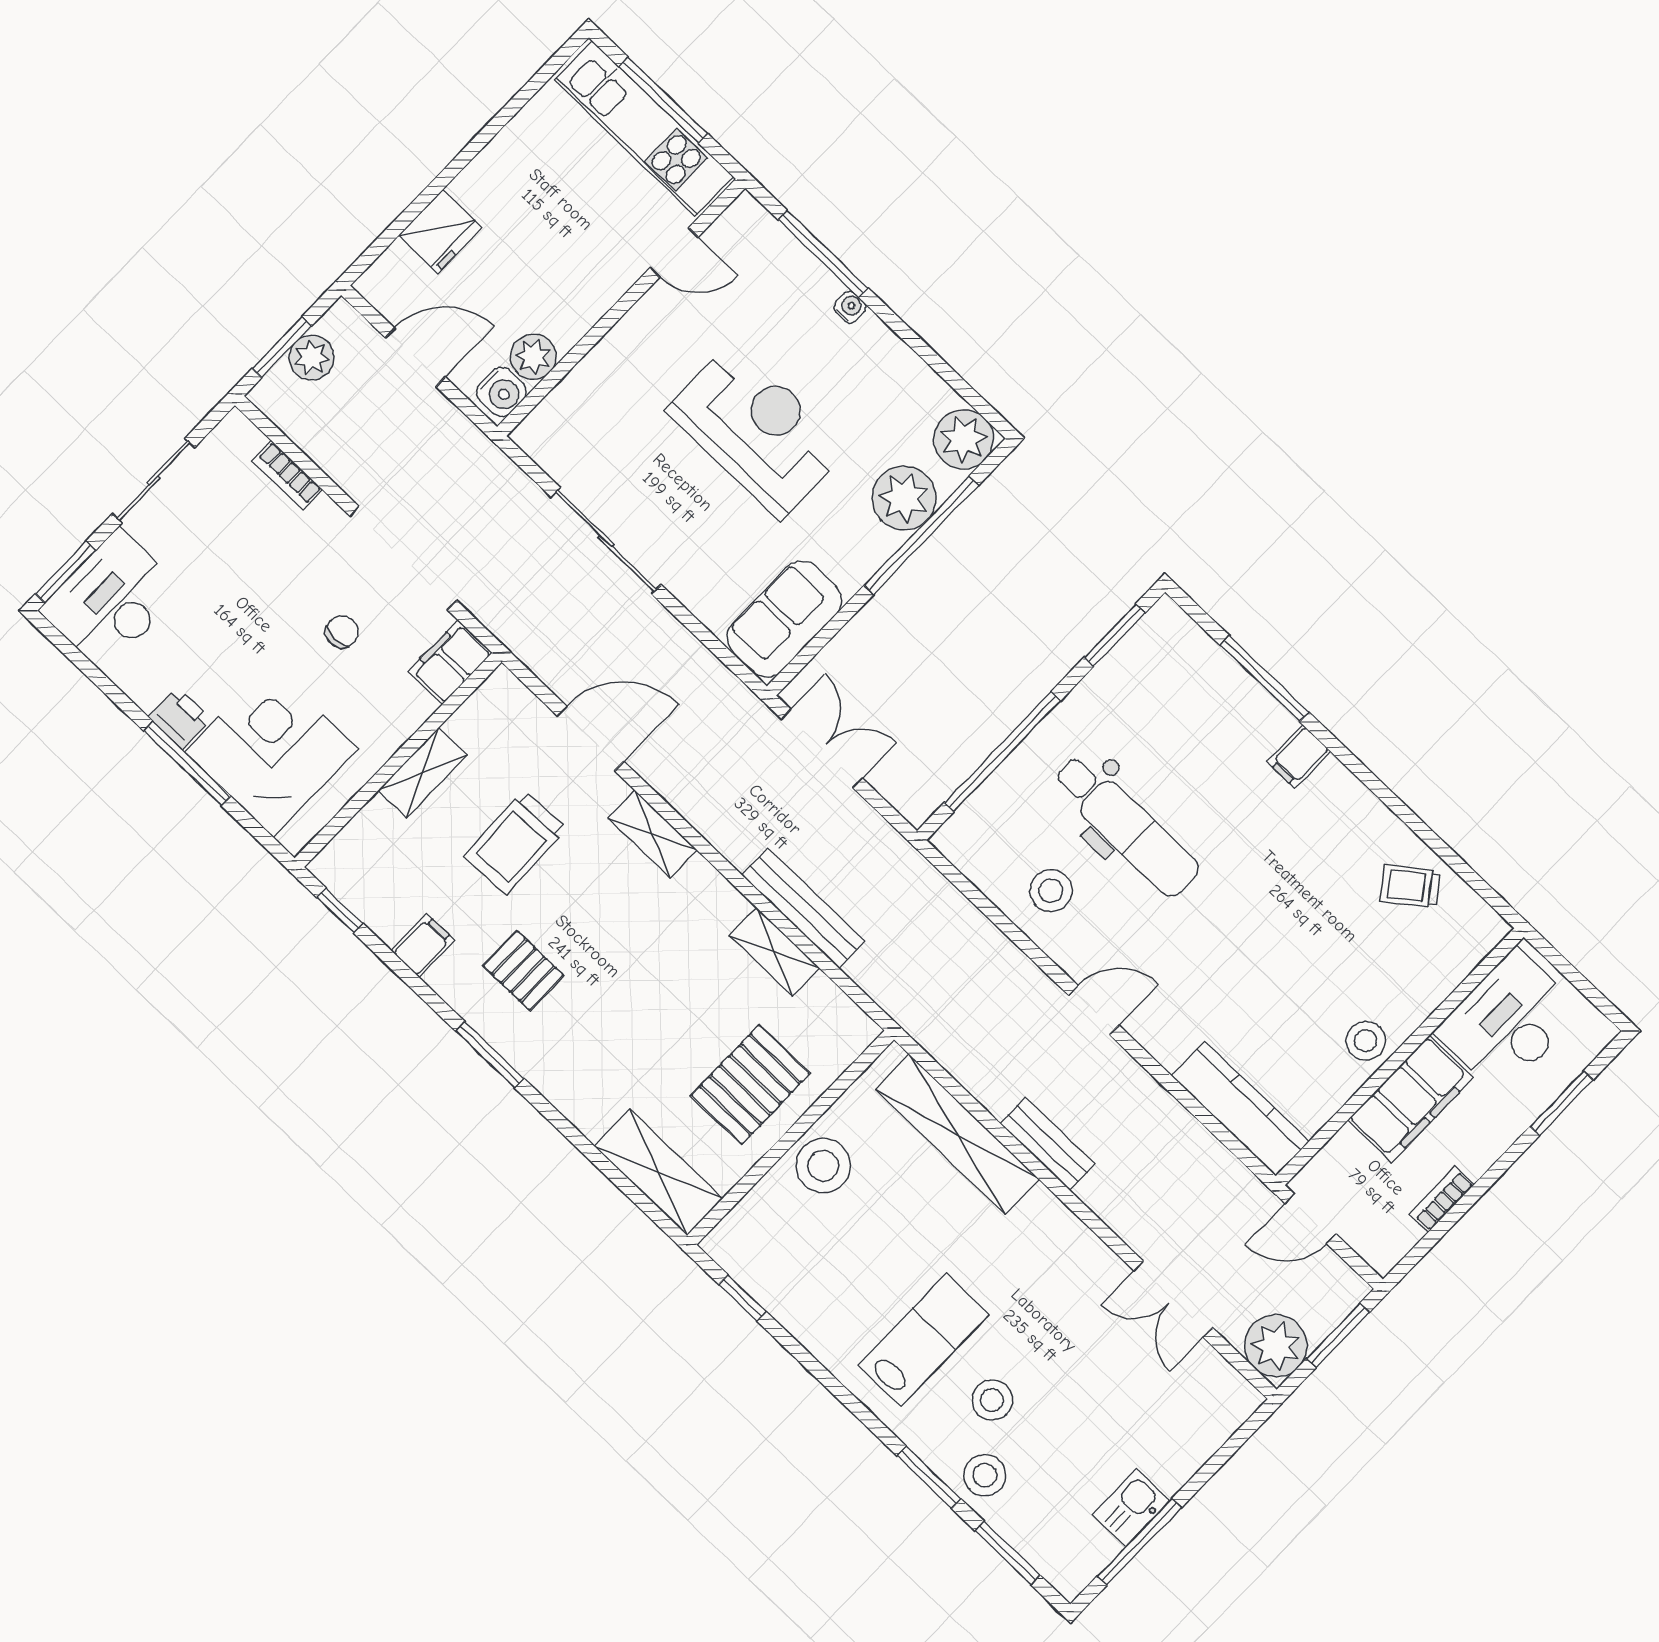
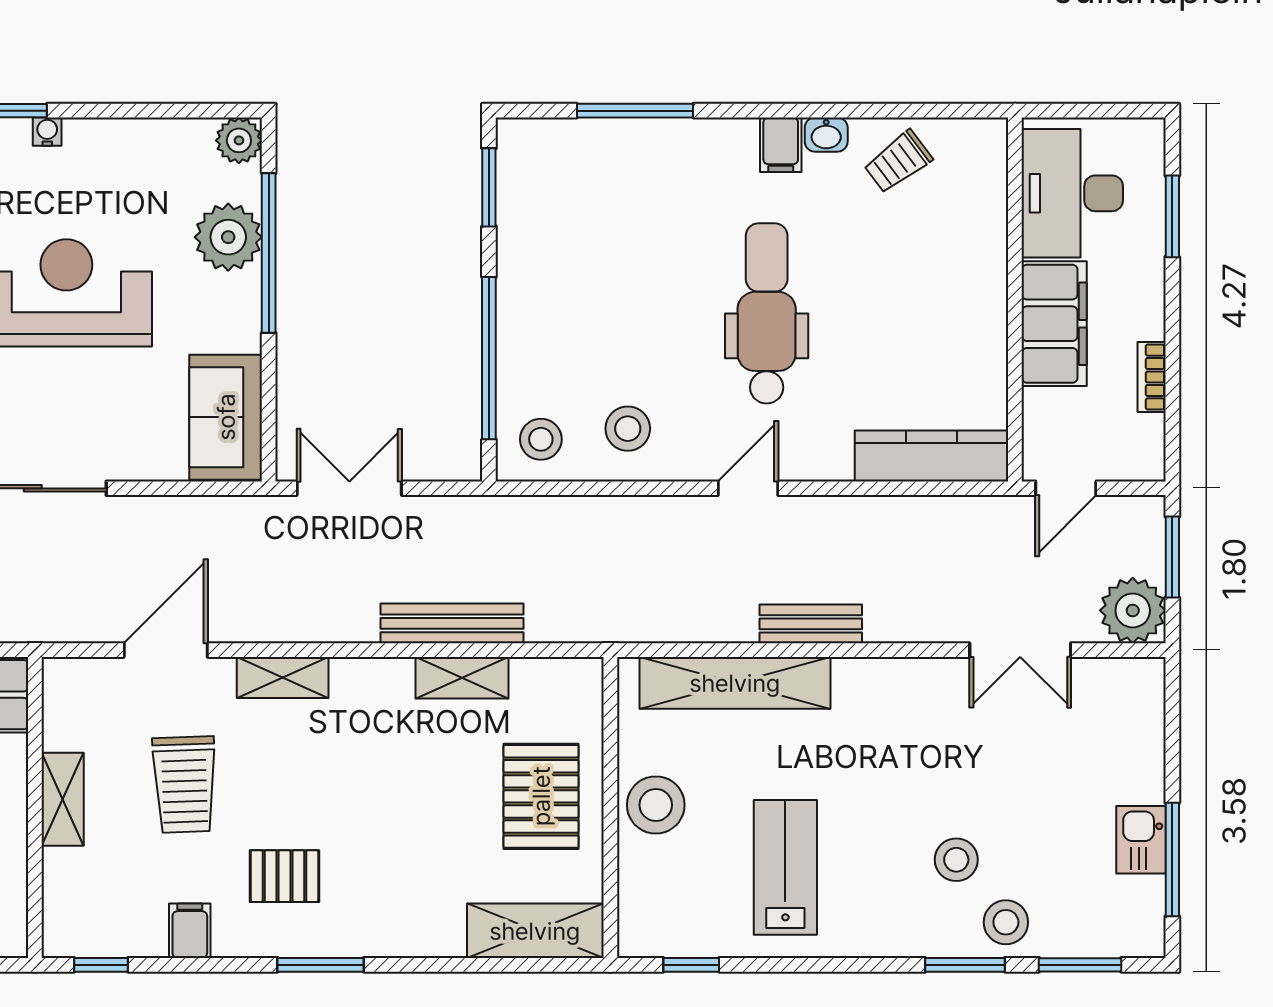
plant: (964, 439) -> (239, 140), width x0.73, depth x0.73
filing cabinet: (1299, 757) -> (781, 145), moved
washbasin: (1379, 820) -> (826, 135), added
dental chair: (1126, 826) -> (767, 313), moved, turned -90
stool: (1366, 1041) -> (541, 439), moved
lab bench: (924, 1340) -> (785, 867), moved

